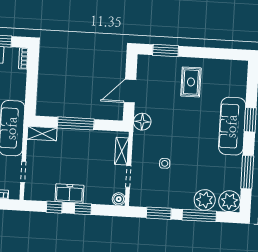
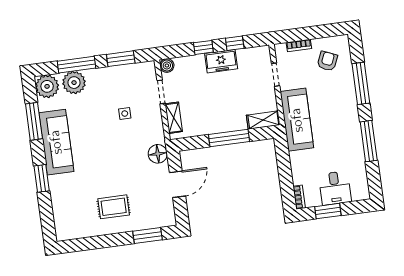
rug: (191, 82) -> (114, 207), turned 90
sofa: (232, 126) -> (56, 142), moved

